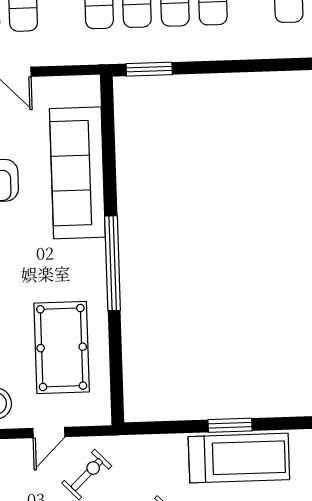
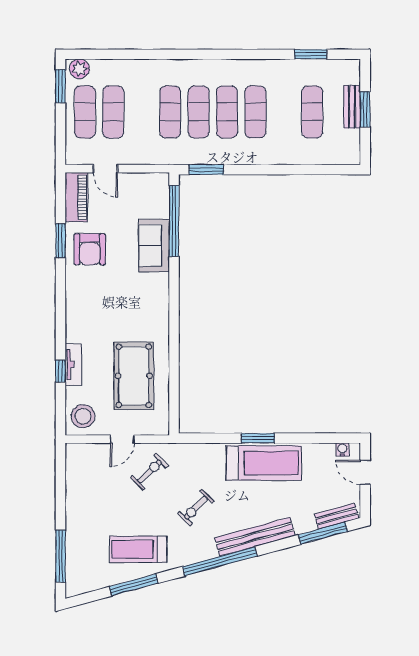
sofa: (77, 173) -> (154, 246), width x0.54, depth x0.79
window: (113, 263) -> (174, 221), moved

